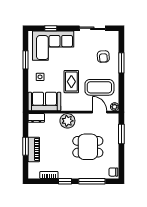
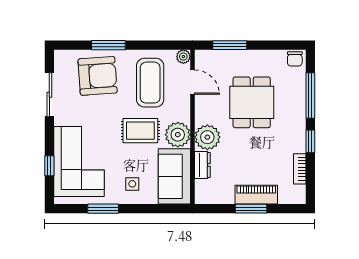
armchair: (103, 57) -> (98, 76), width x1.88, depth x1.88
plant: (69, 104) -> (178, 135), added
door: (100, 112) -> (193, 82), swing flipped
dresser: (36, 118) -> (202, 165), moved

